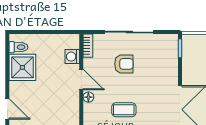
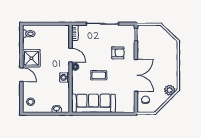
washing machine: (72, 57) -> (64, 77), moved
armchair: (124, 64) -> (118, 53), moved
shower: (22, 67) -> (31, 58), moved

